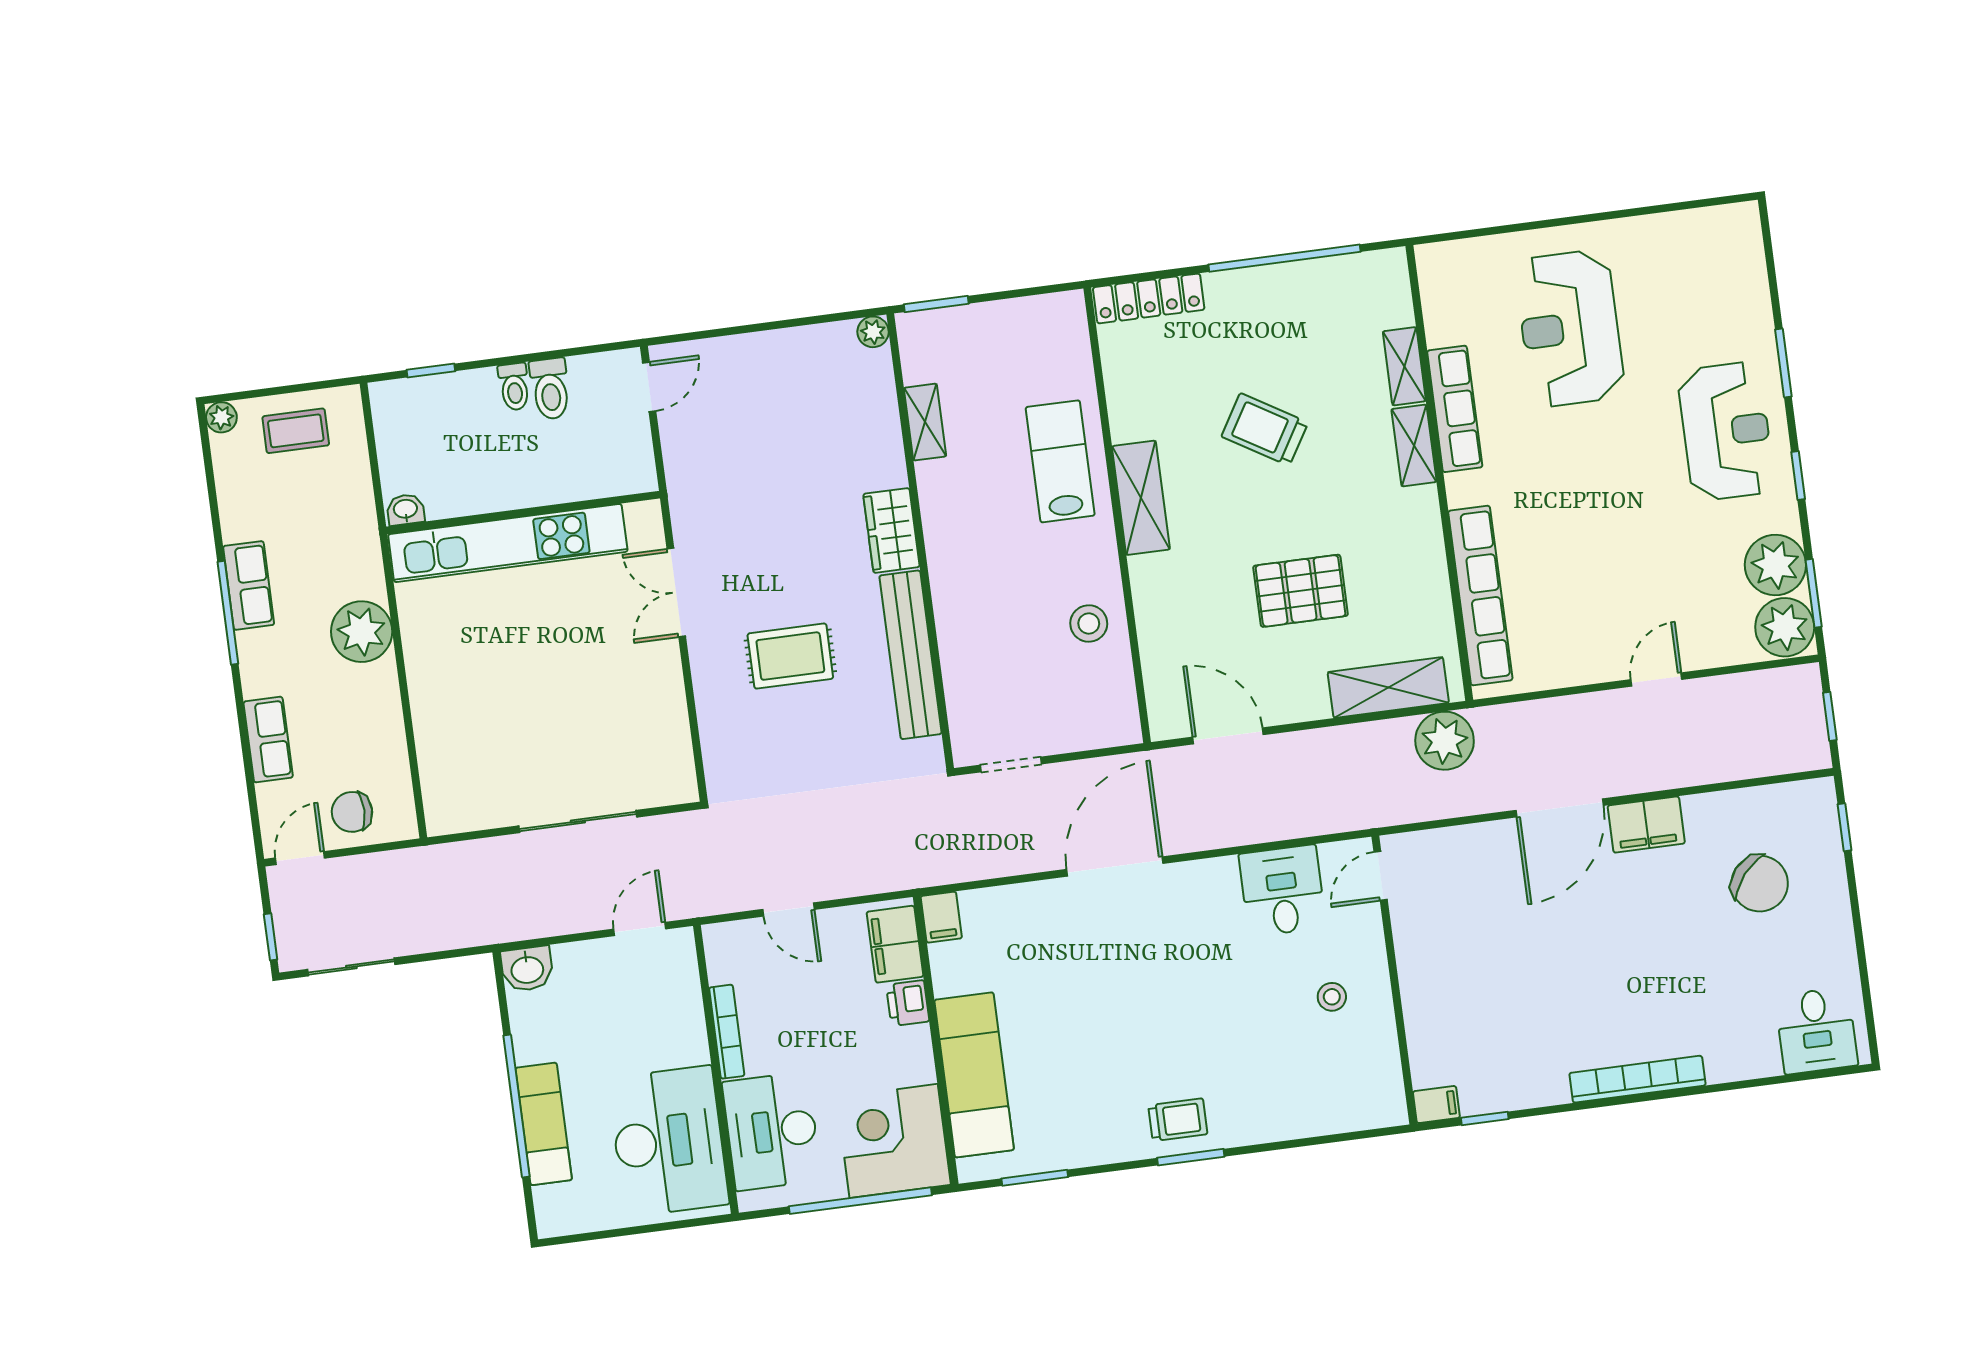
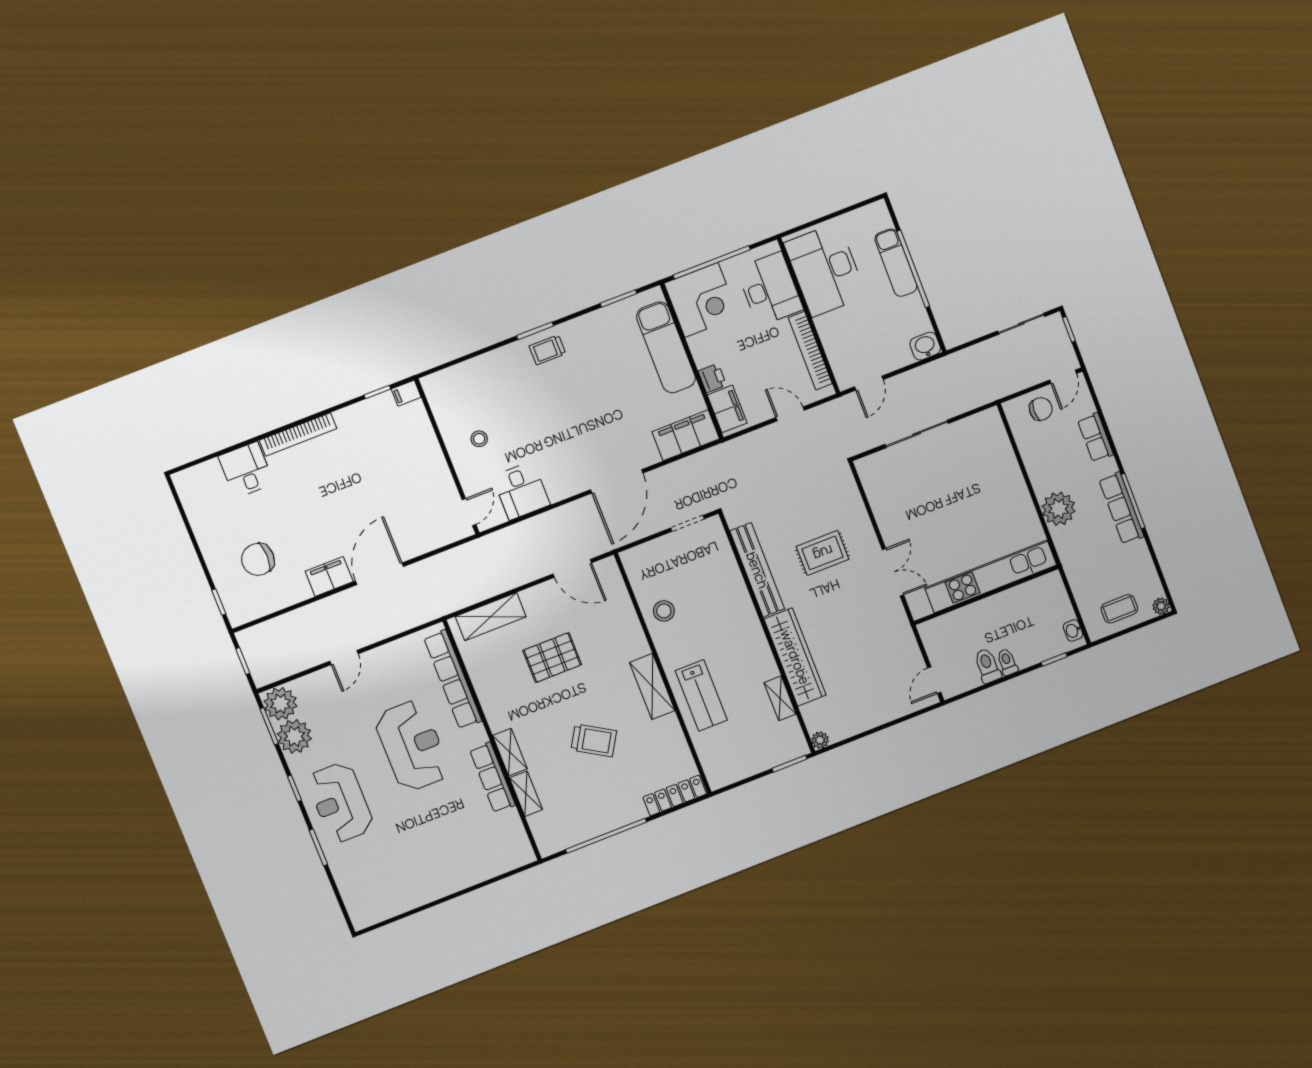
reception desk: (1570, 328) -> (412, 746), moved
washbasin: (406, 510) -> (1073, 630), moved, turned 90
wardrobe: (891, 530) -> (795, 657), width x2.10, depth x1.17
row of seats: (249, 585) -> (1121, 508), width x1.48
plant: (1445, 741) -> (452, 595), removed
chair: (1760, 884) -> (258, 559), turned -40
filing cabinet: (941, 917) -> (686, 435), width x3.00, depth x1.17
desk: (1816, 1031) -> (246, 470), moved
bookcase: (727, 1032) -> (810, 351), width x1.48, depth x1.31

